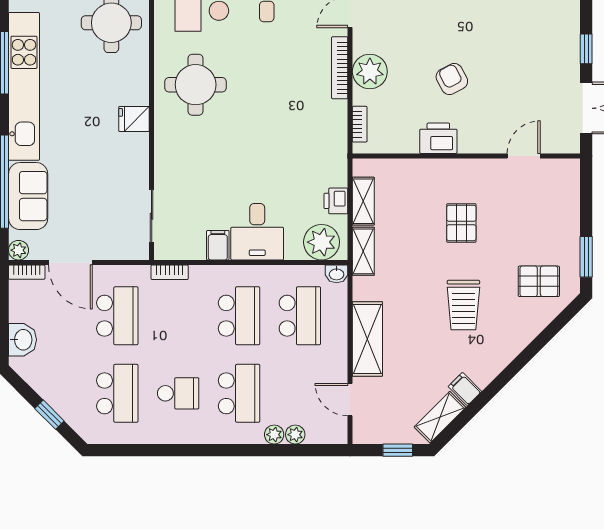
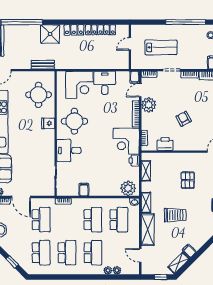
plant: (370, 71) -> (149, 105), moved
fridge: (134, 119) -> (48, 123), moved
corner desk: (317, 131) -> (126, 141), added
printer: (438, 138) -> (165, 144), moved
printer: (336, 201) -> (134, 161), moved
desk: (257, 232) -> (69, 150), moved, turned 90
shelving: (363, 251) -> (146, 203), moved
trolley: (463, 305) -> (175, 215), moved, turned -90
school desk: (178, 393) -> (67, 253), width x1.85

